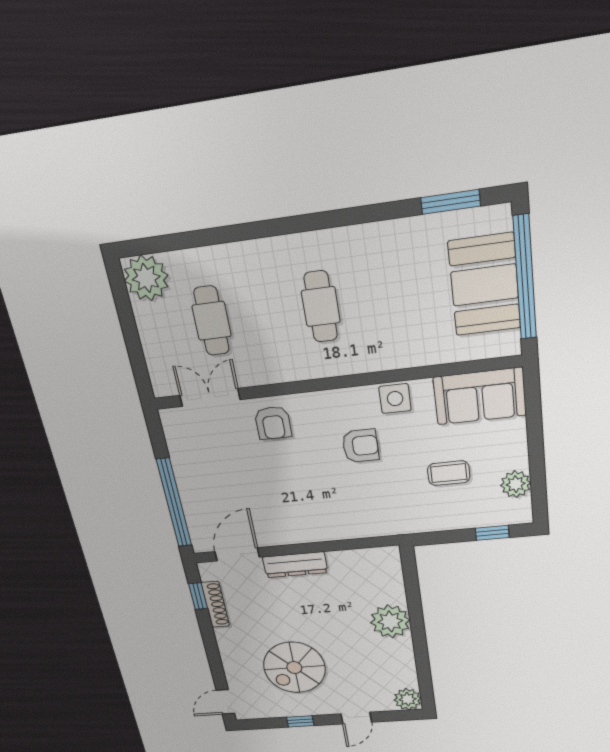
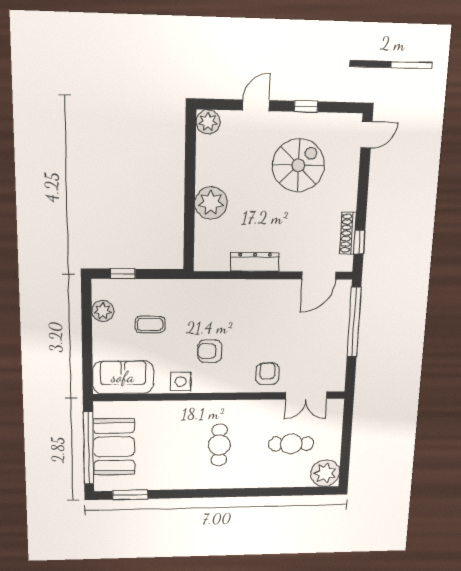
cafe table: (212, 321) -> (291, 444), turned 90
dresser: (295, 565) -> (255, 262), moved

